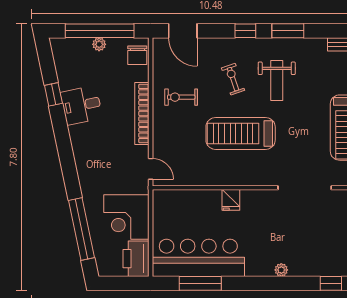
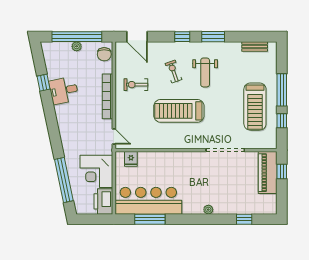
fridge: (231, 200) -> (131, 159), moved

